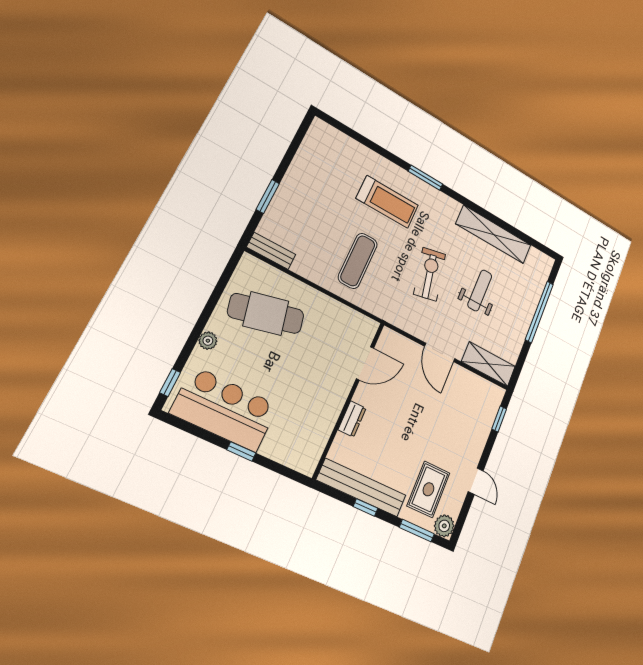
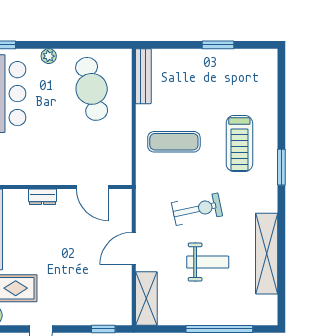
window: (268, 197) -> (218, 45), moved
bench: (271, 251) -> (143, 76), width x1.36

